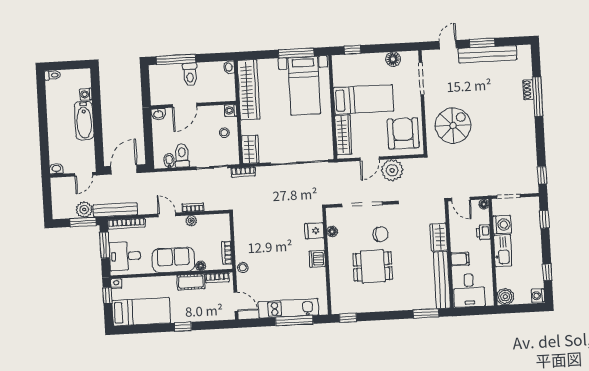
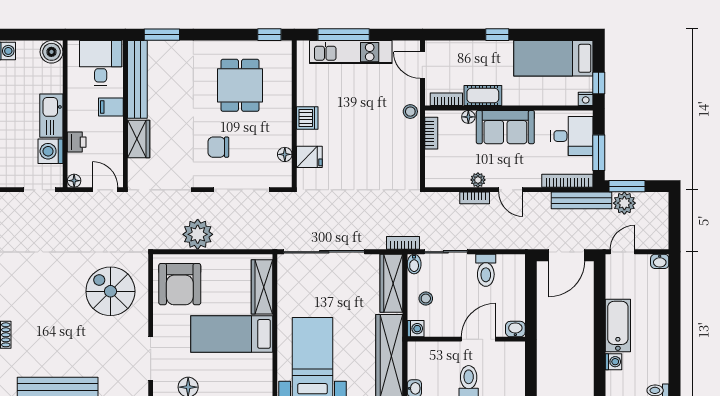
spiral stairs: (453, 126) -> (110, 291), turned 90
wardrobe: (250, 149) -> (391, 283), width x1.50
door: (370, 159) -> (228, 252), removed
bidet: (169, 161) -> (414, 264), moved
dining table: (373, 266) -> (240, 85), moved, turned 90

